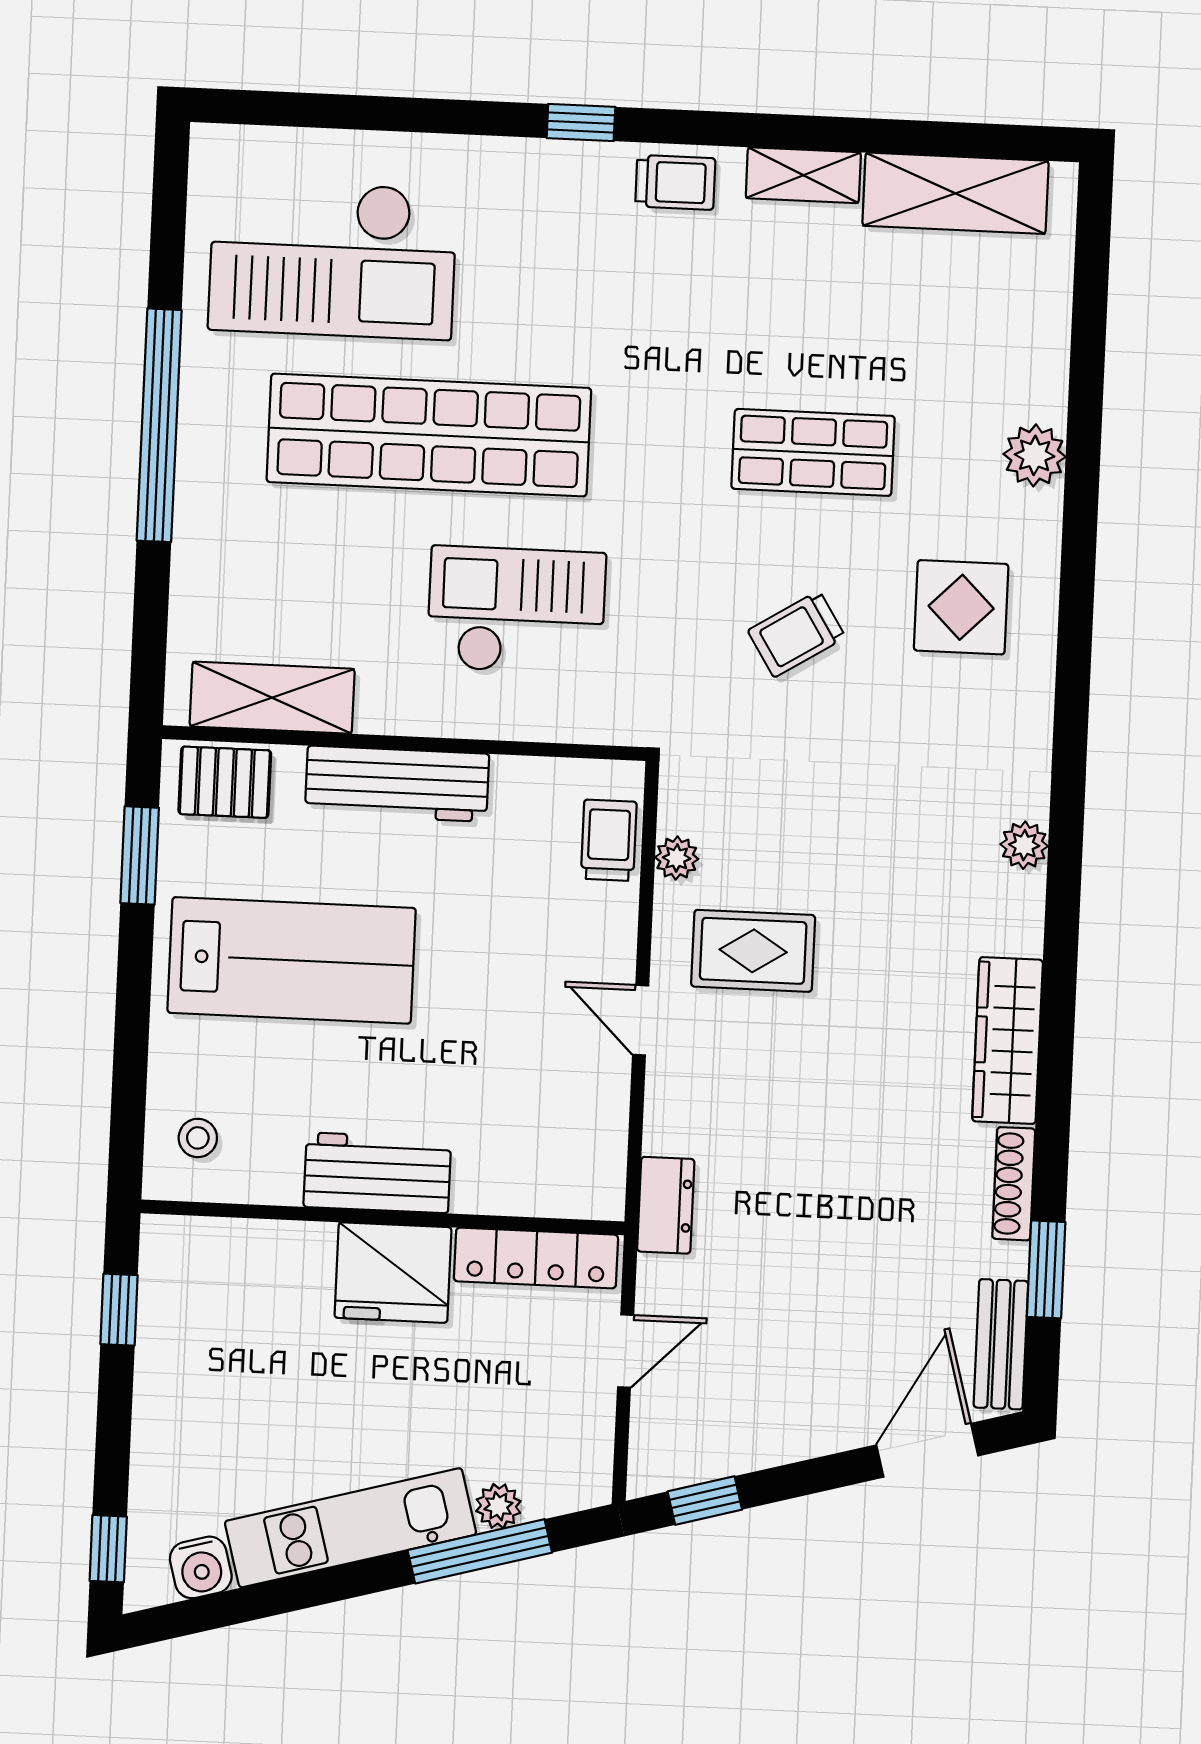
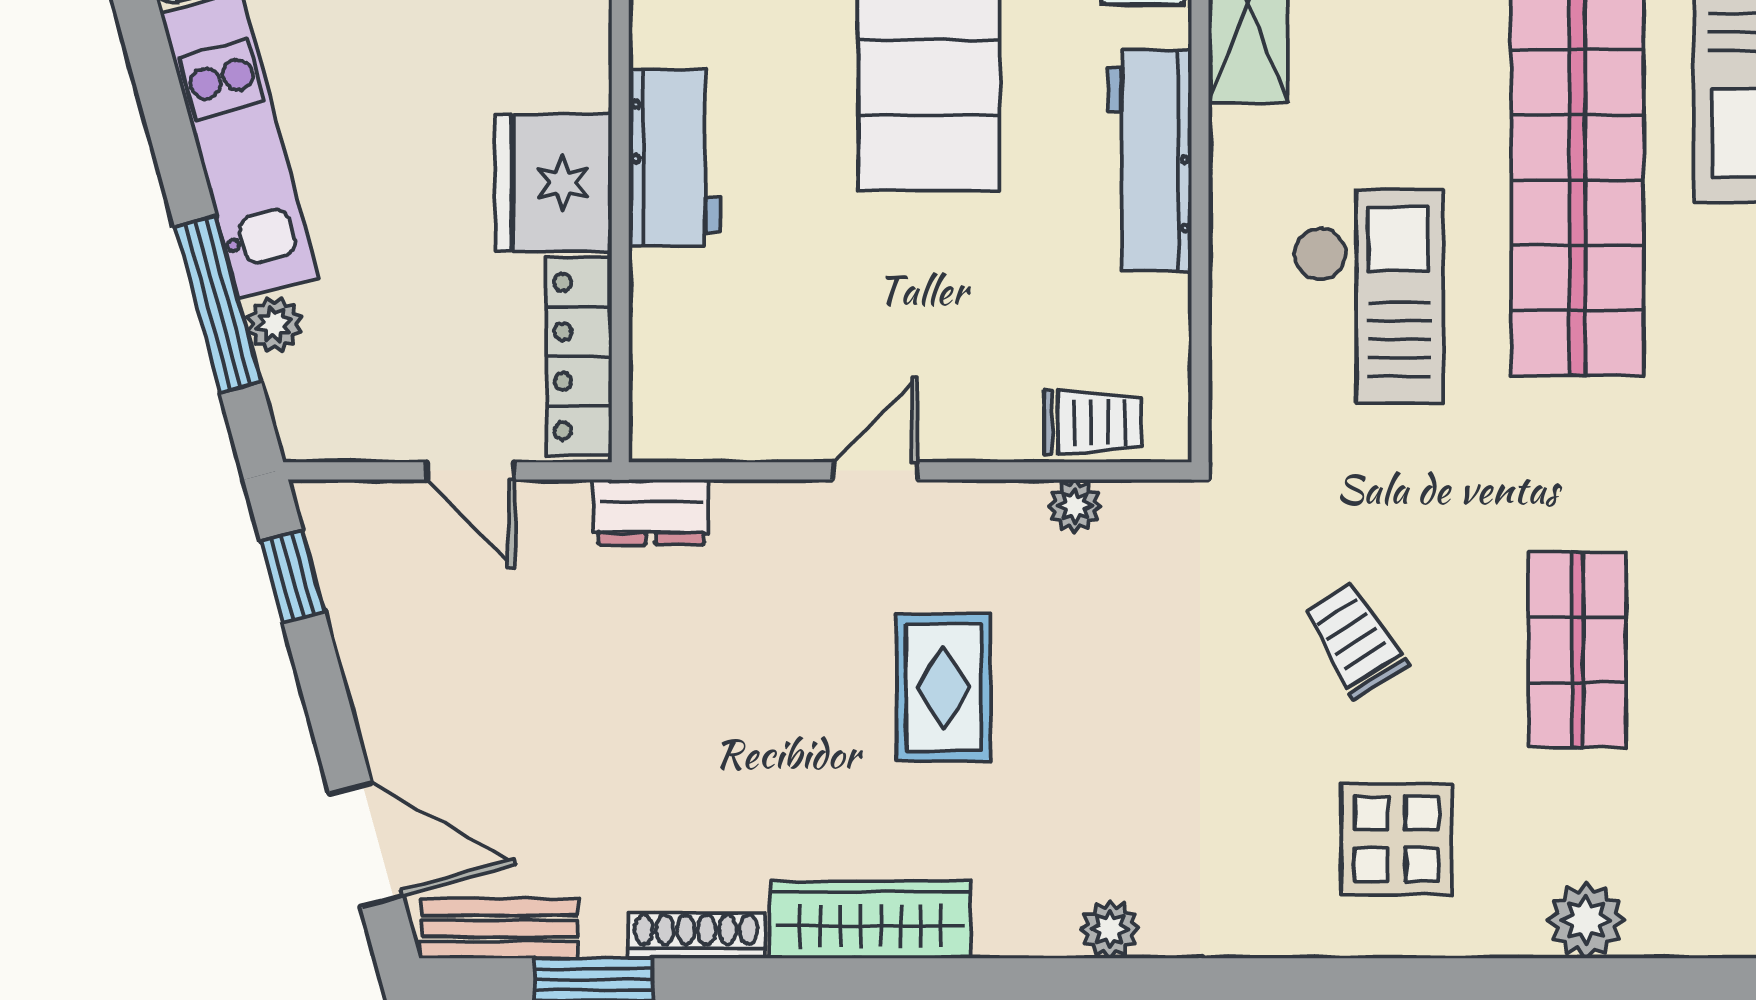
rug: (753, 951) -> (943, 688), moved

